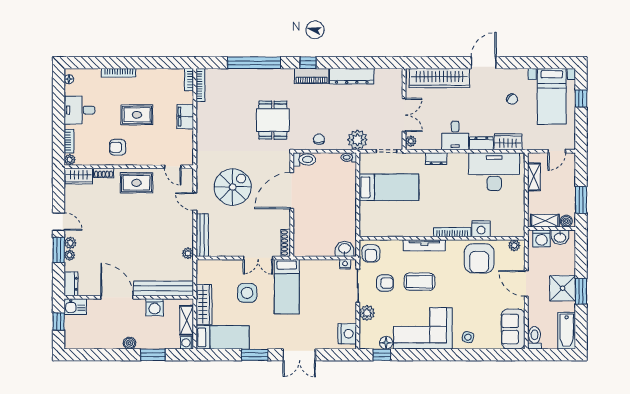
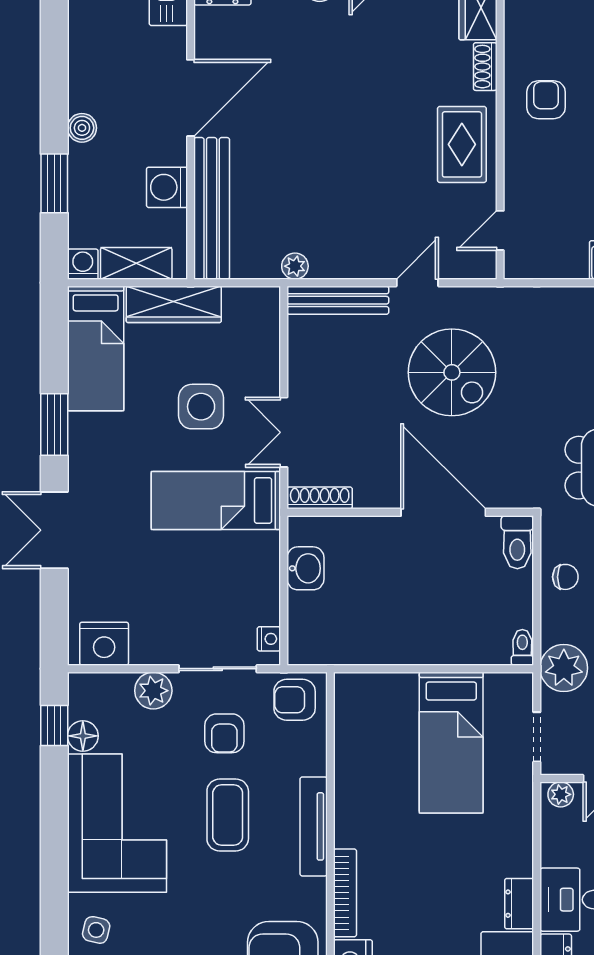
dresser: (436, 159) -> (519, 904), moved
washbasin: (345, 249) -> (305, 568), moved

